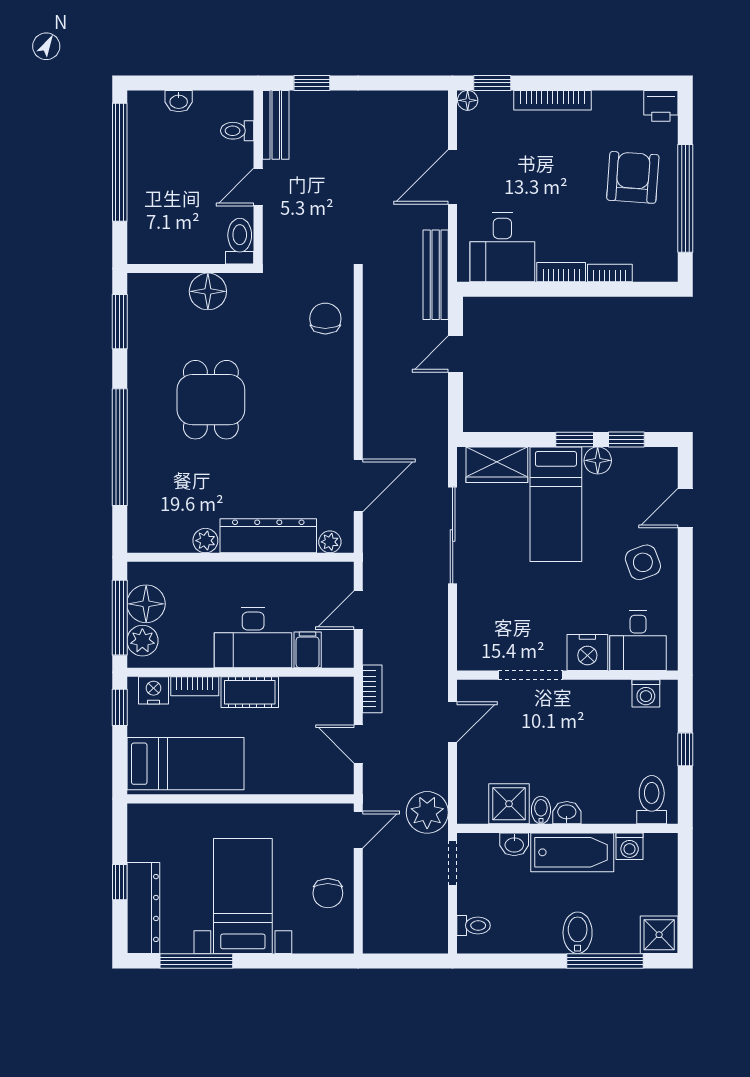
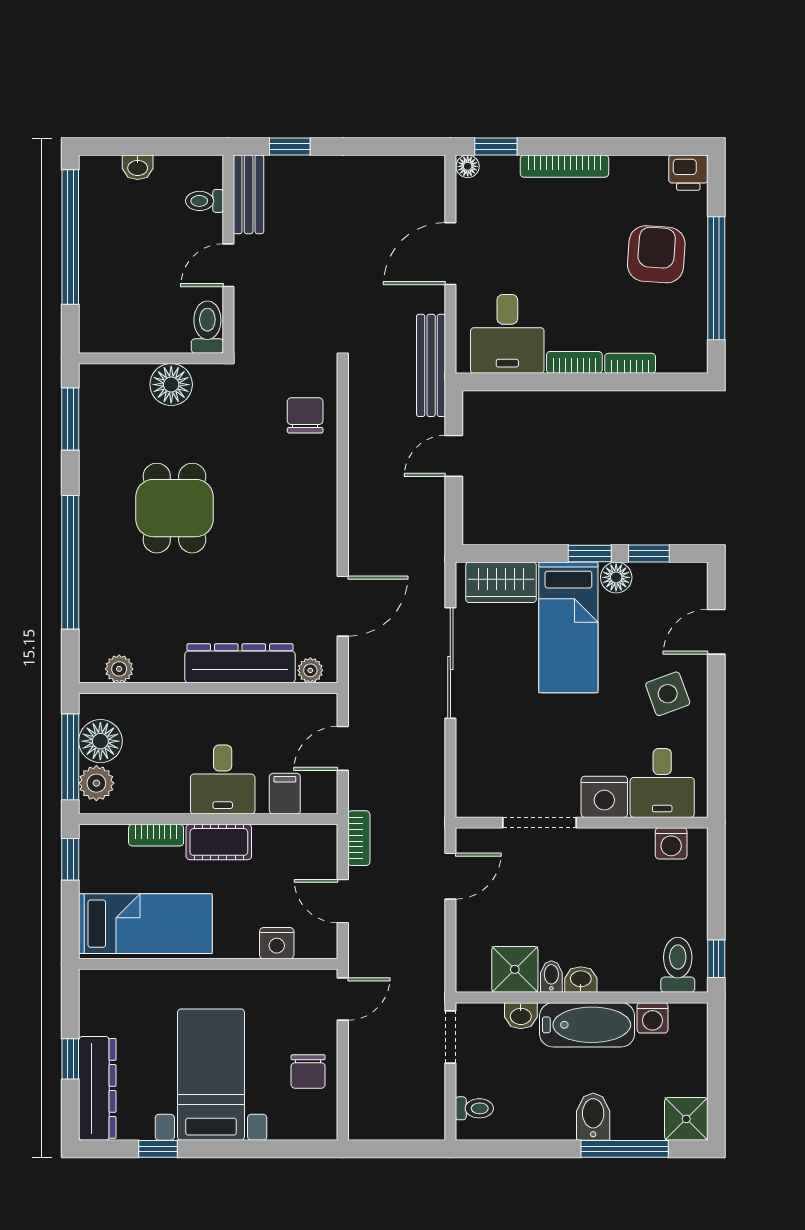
plant: (205, 541) -> (119, 669), moved
desk: (253, 637) -> (223, 779), width x0.73
nightstand: (154, 690) -> (277, 943), moved, turned 180
window: (685, 749) -> (716, 959), moved
plant: (427, 812) -> (421, 979), removed
window: (196, 961) -> (158, 1149), width x0.46

